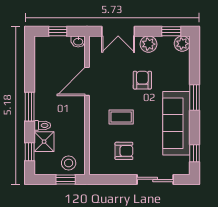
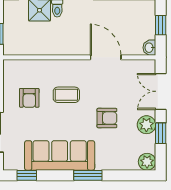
window: (171, 31) -> (161, 133), moved
coffee table: (121, 117) -> (66, 95), turned 90
stool: (69, 163) -> (16, 37), removed

